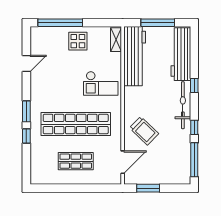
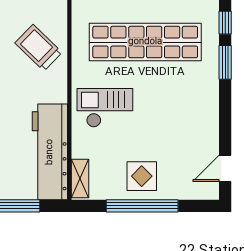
window: (60, 23) -> (142, 206), moved
door: (26, 64) -> (225, 168), moved
trolley: (144, 131) -> (39, 48), moved

